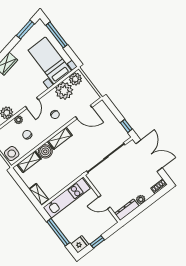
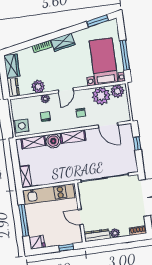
window: (57, 35) -> (125, 55), moved
window: (126, 126) -> (137, 143), moved
window: (97, 242) -> (66, 247), moved

